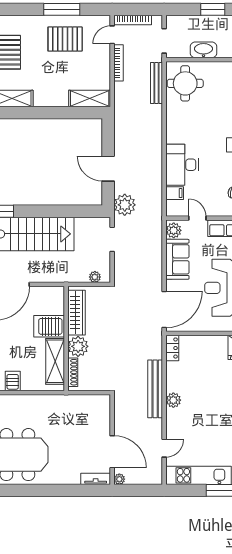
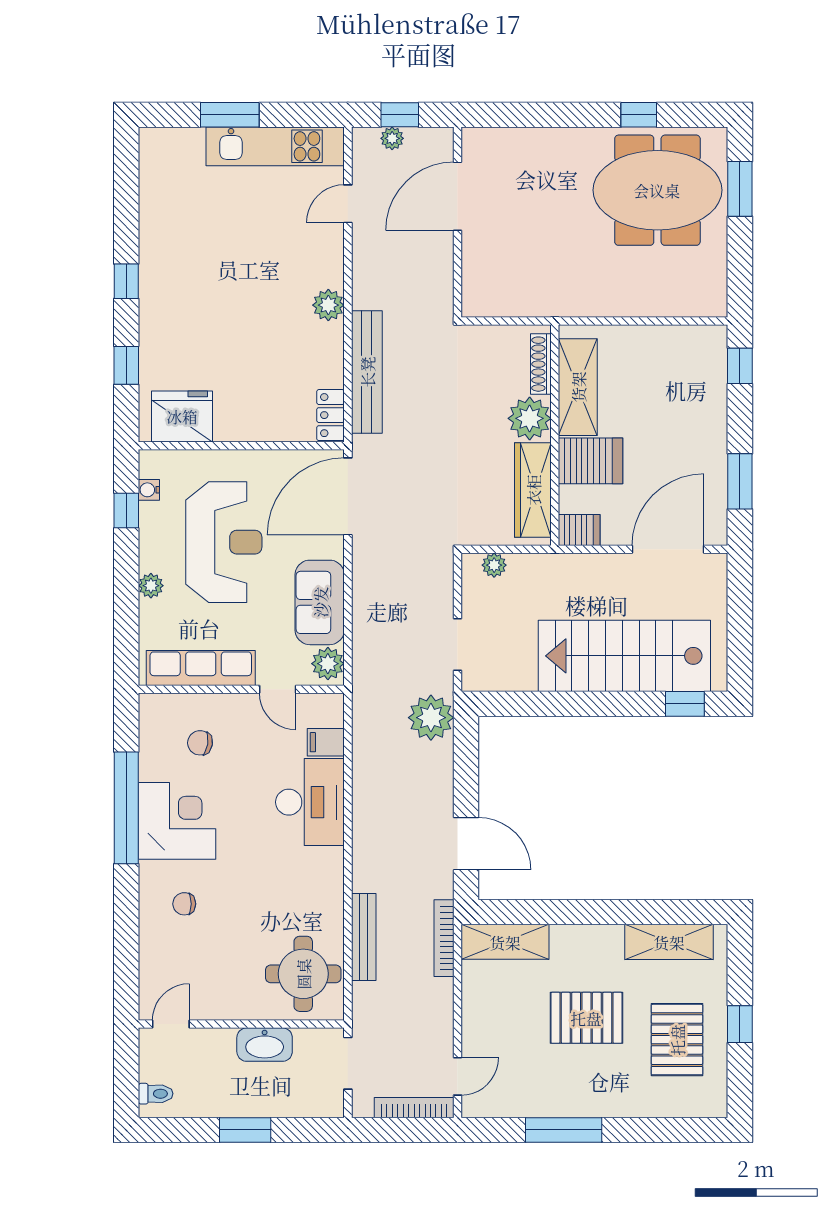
pallet: (65, 39) -> (586, 1018), moved
bookcase: (119, 63) -> (444, 938), moved
bench: (157, 83) -> (364, 937), moved
door: (108, 169) -> (466, 844), moved
server rack: (13, 381) -> (579, 530), moved, turned -90
bench: (155, 389) -> (367, 372), moved
door: (112, 452) -> (457, 196), hinge flipped
tv unit: (96, 479) -> (492, 139), removed
plant: (119, 479) -> (392, 138), moved
window: (26, 490) -> (639, 115), added
window: (139, 490) -> (400, 115), added

